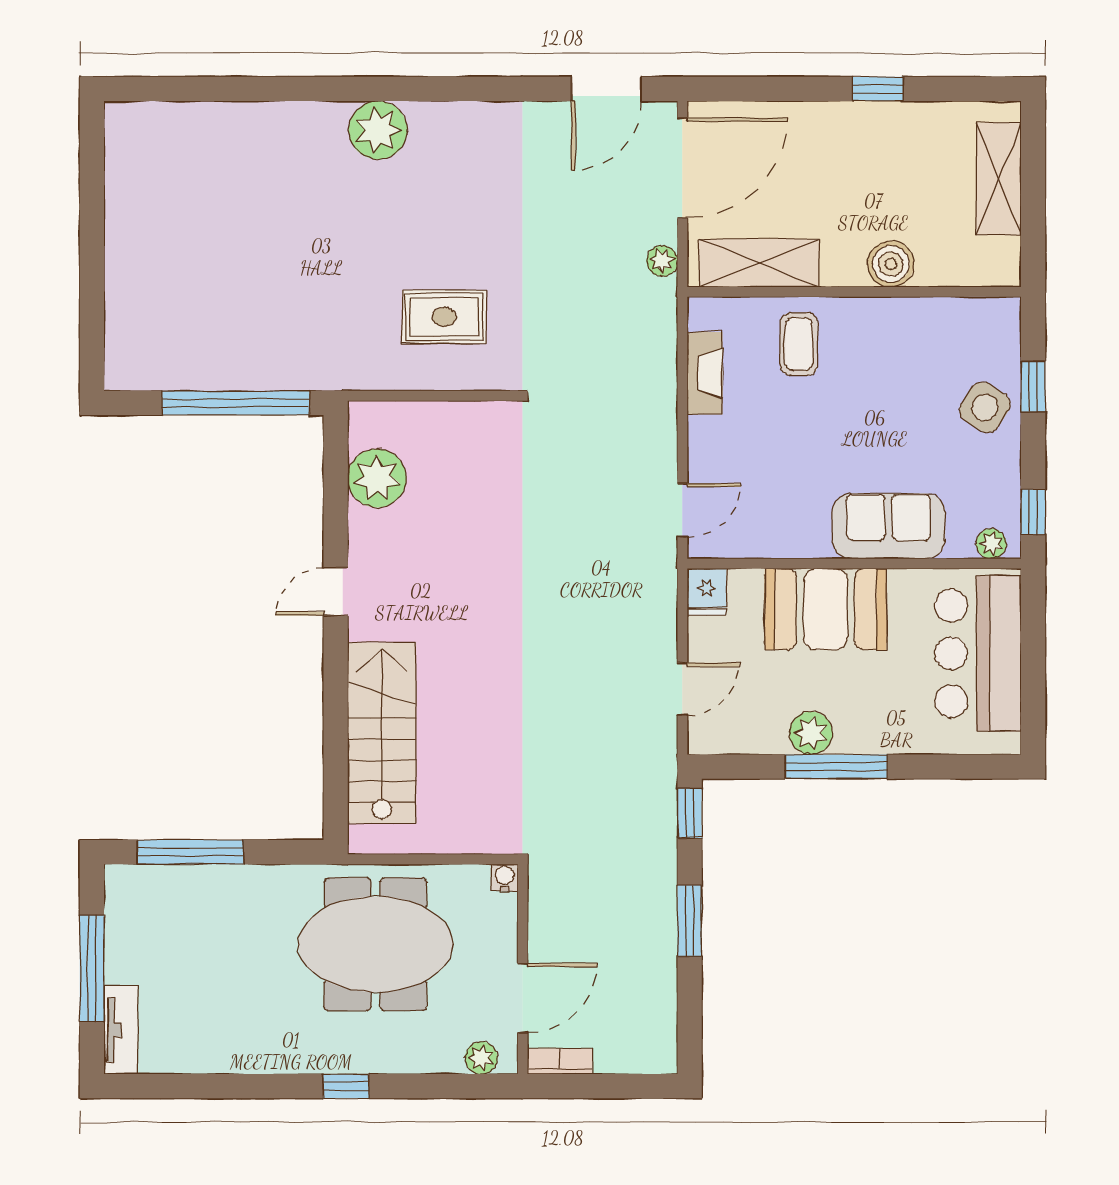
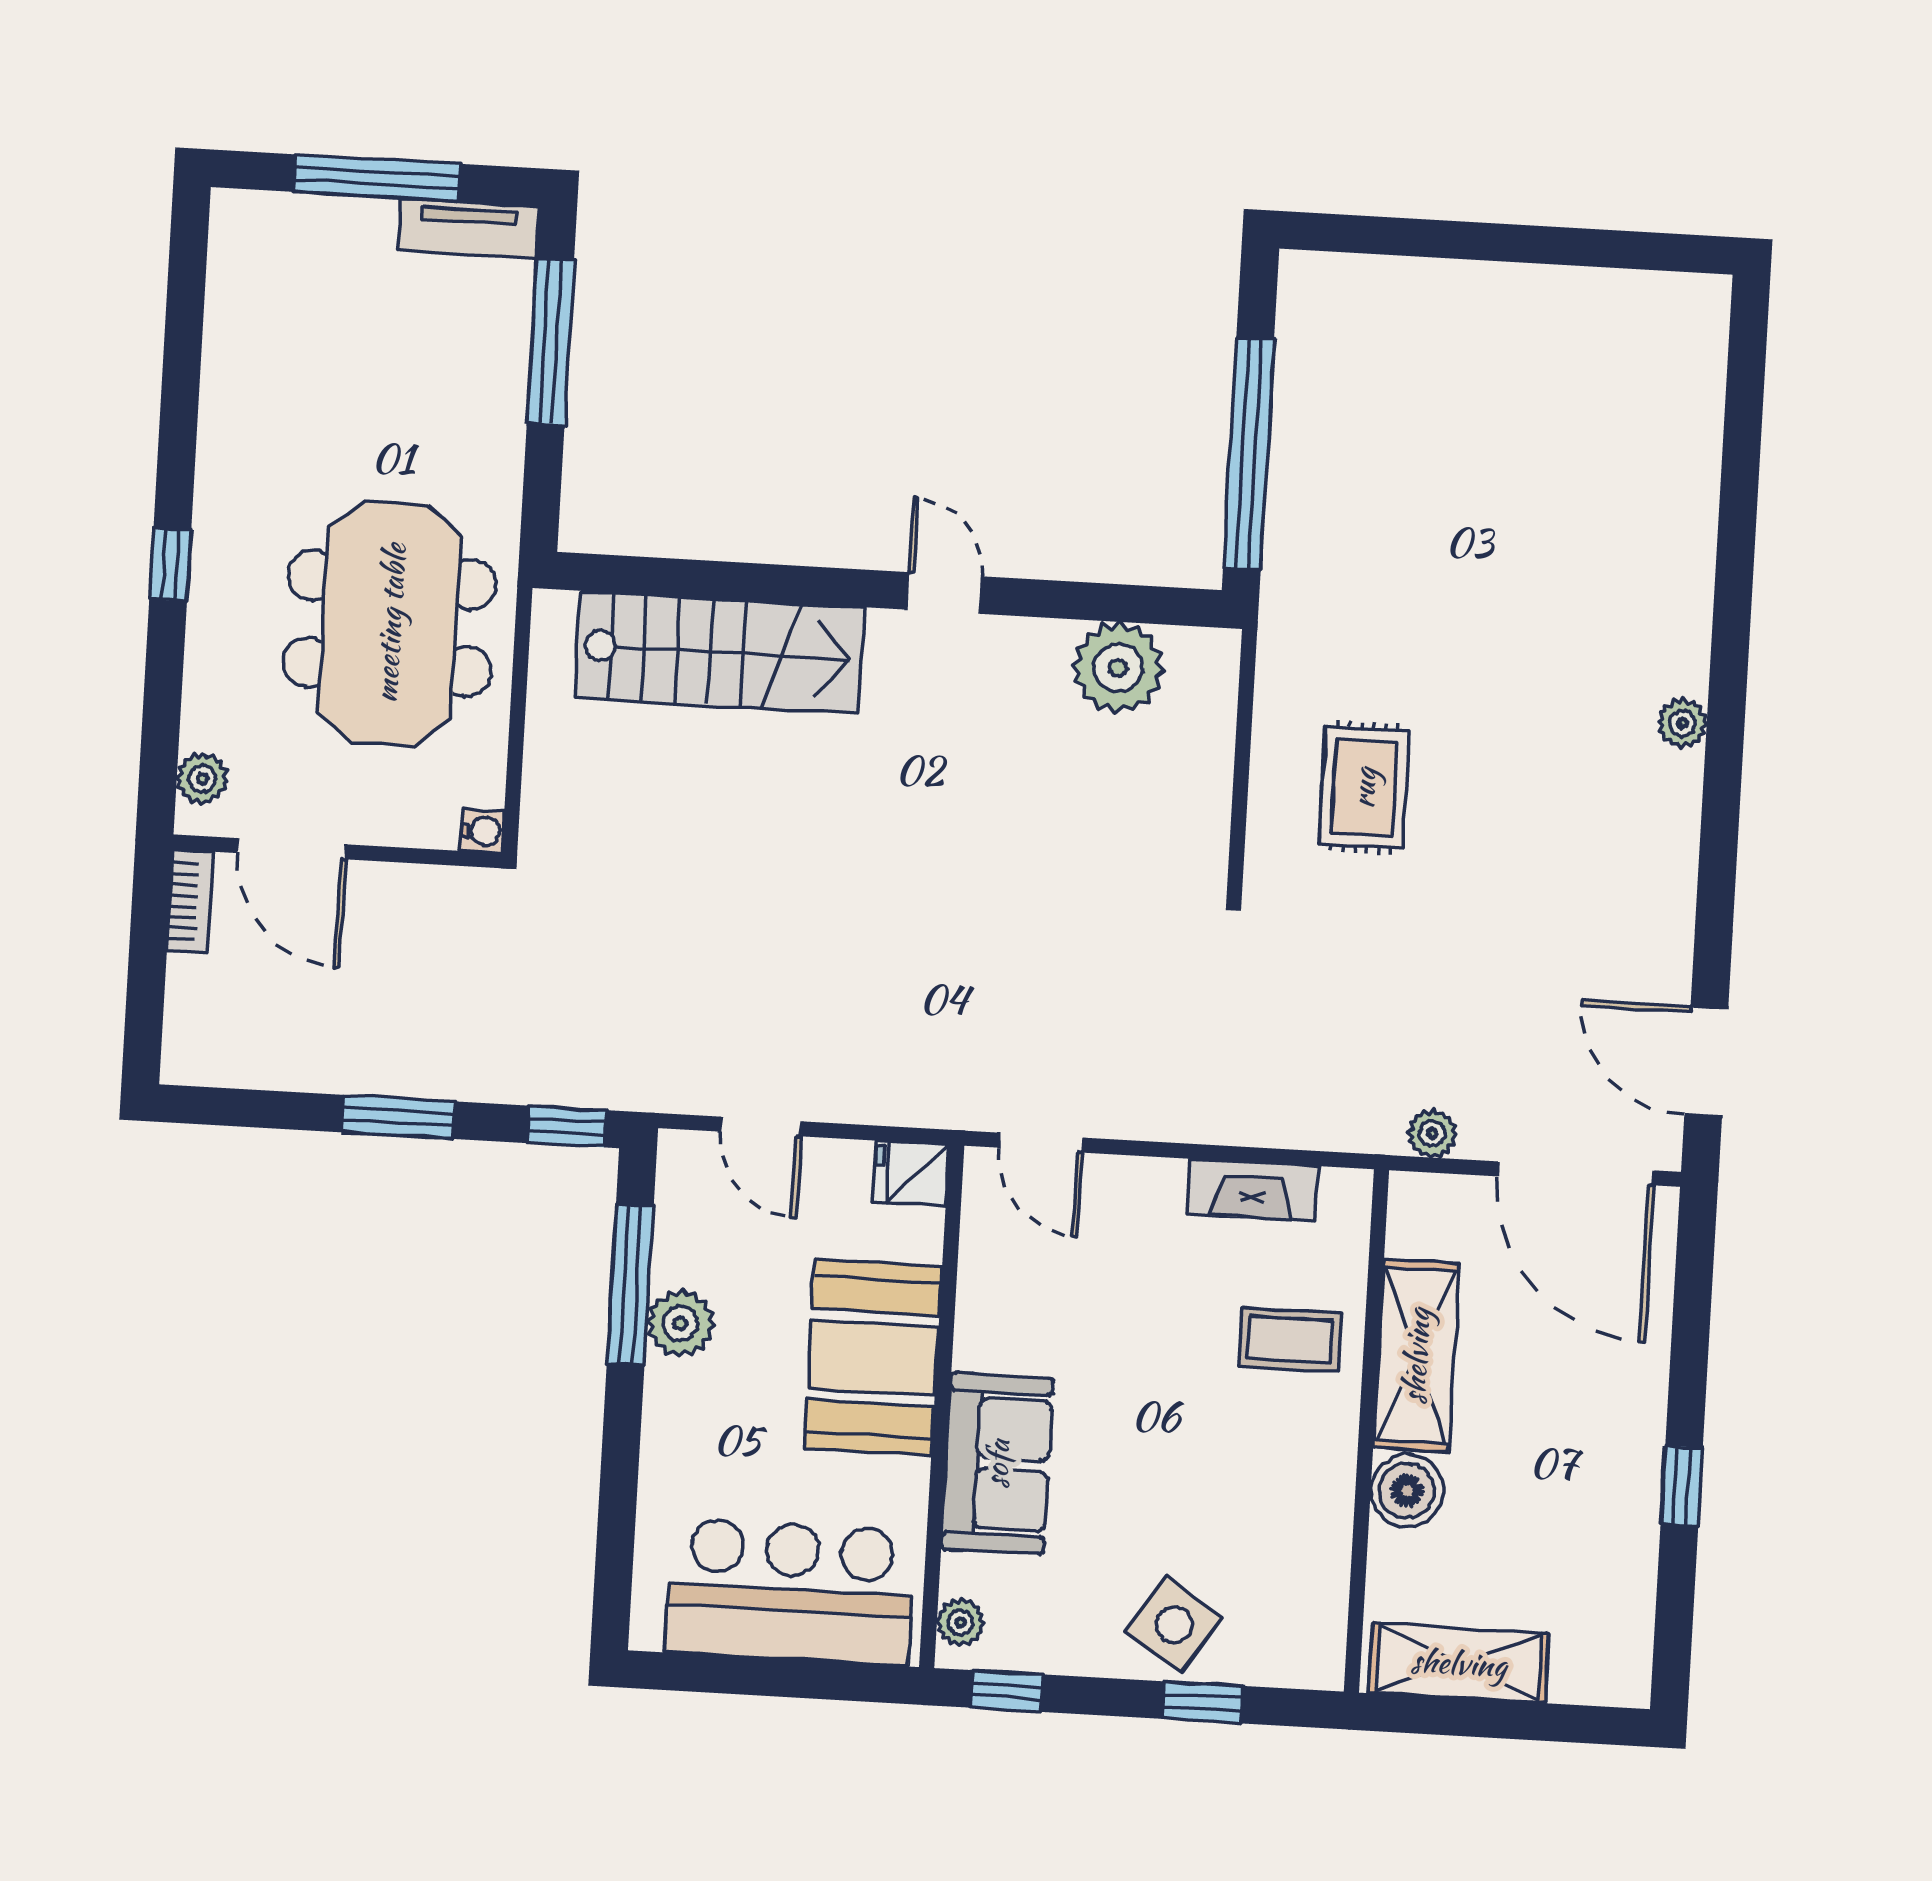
plant: (378, 130) -> (1682, 723), width x0.53, depth x0.53
shelving: (999, 179) -> (1459, 1663), moved
shelving: (759, 263) -> (1416, 1356), moved
window: (836, 767) -> (630, 1284), moved
tv unit: (121, 1030) -> (468, 228), moved

